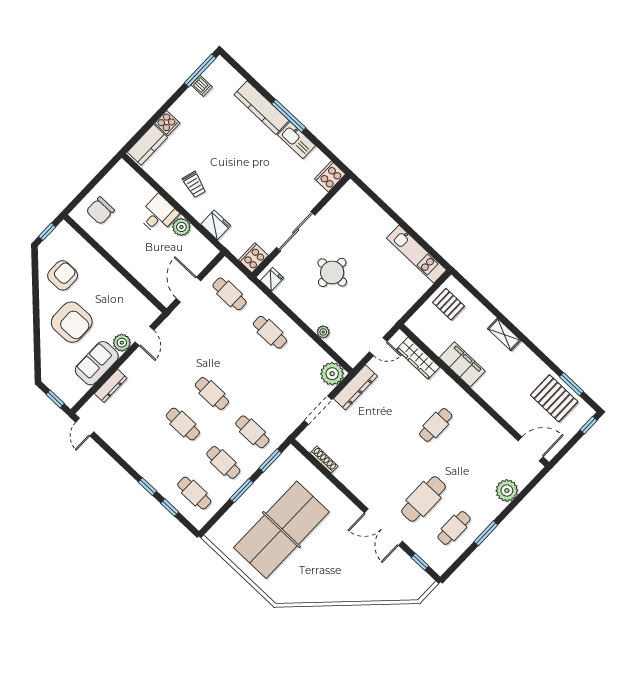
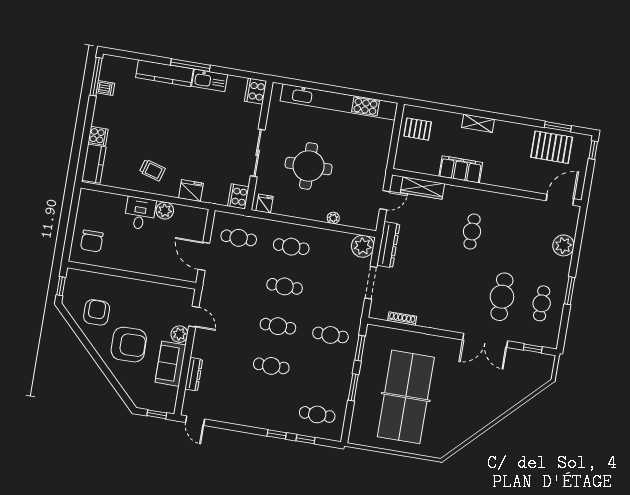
kitchen unit: (417, 254) -> (339, 102), width x1.86
round table: (332, 272) -> (309, 166), width x1.36, depth x1.36
cafe table: (223, 462) -> (285, 286), moved

